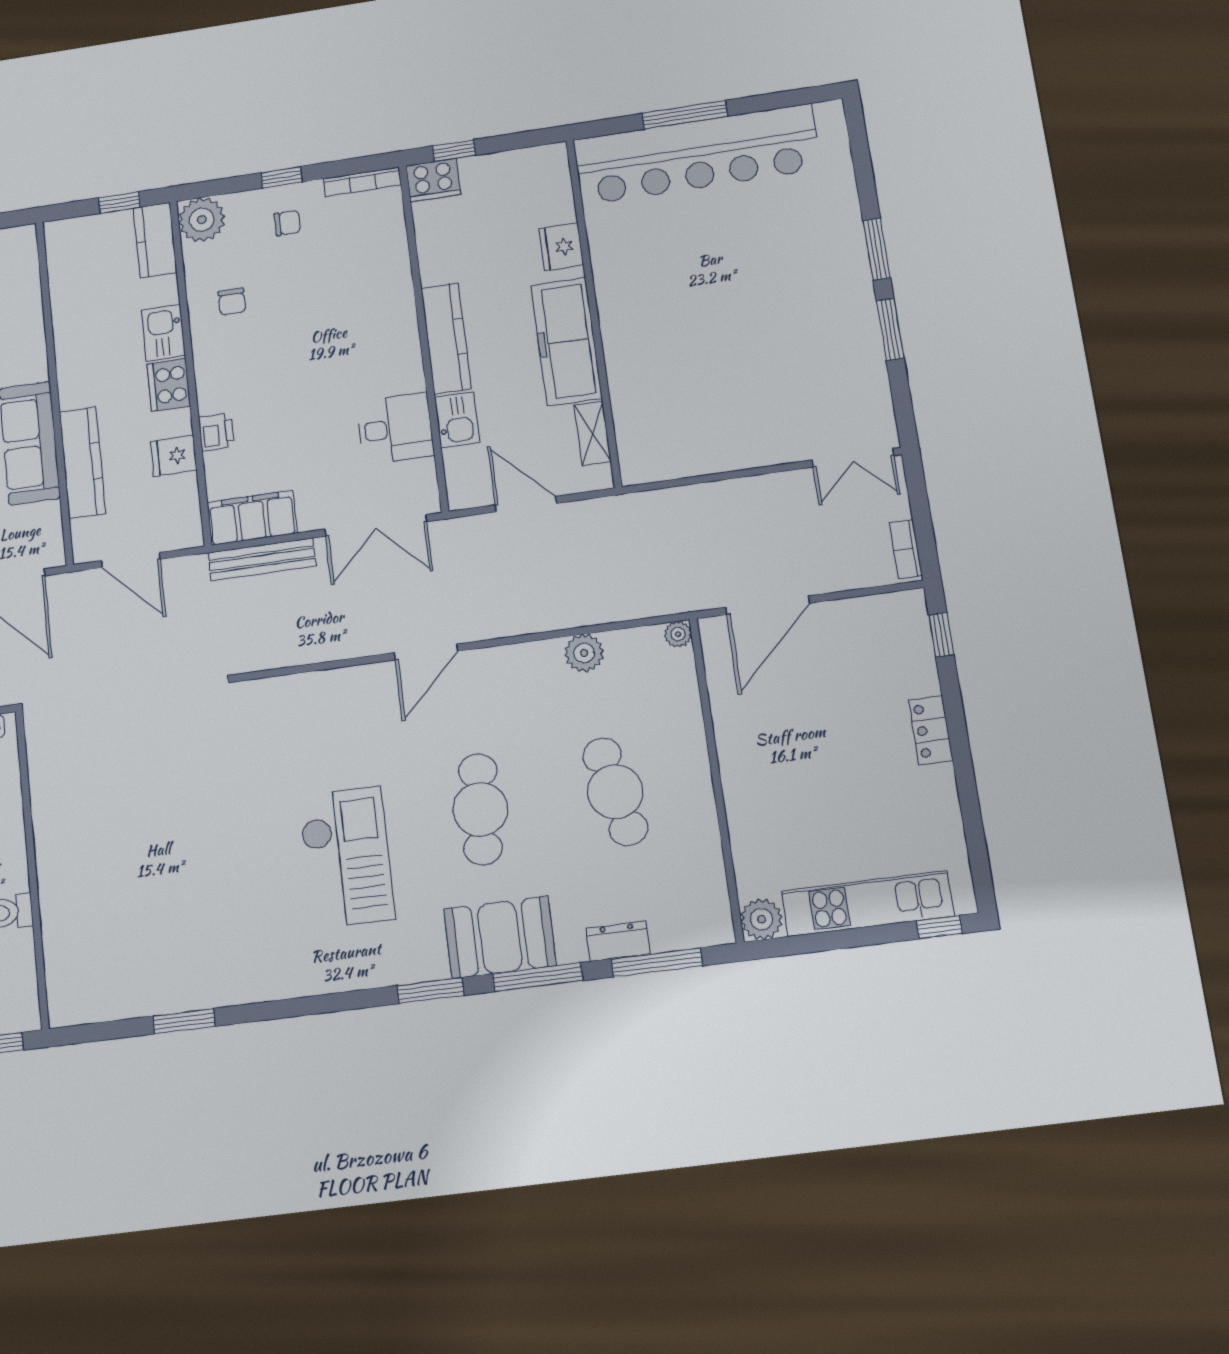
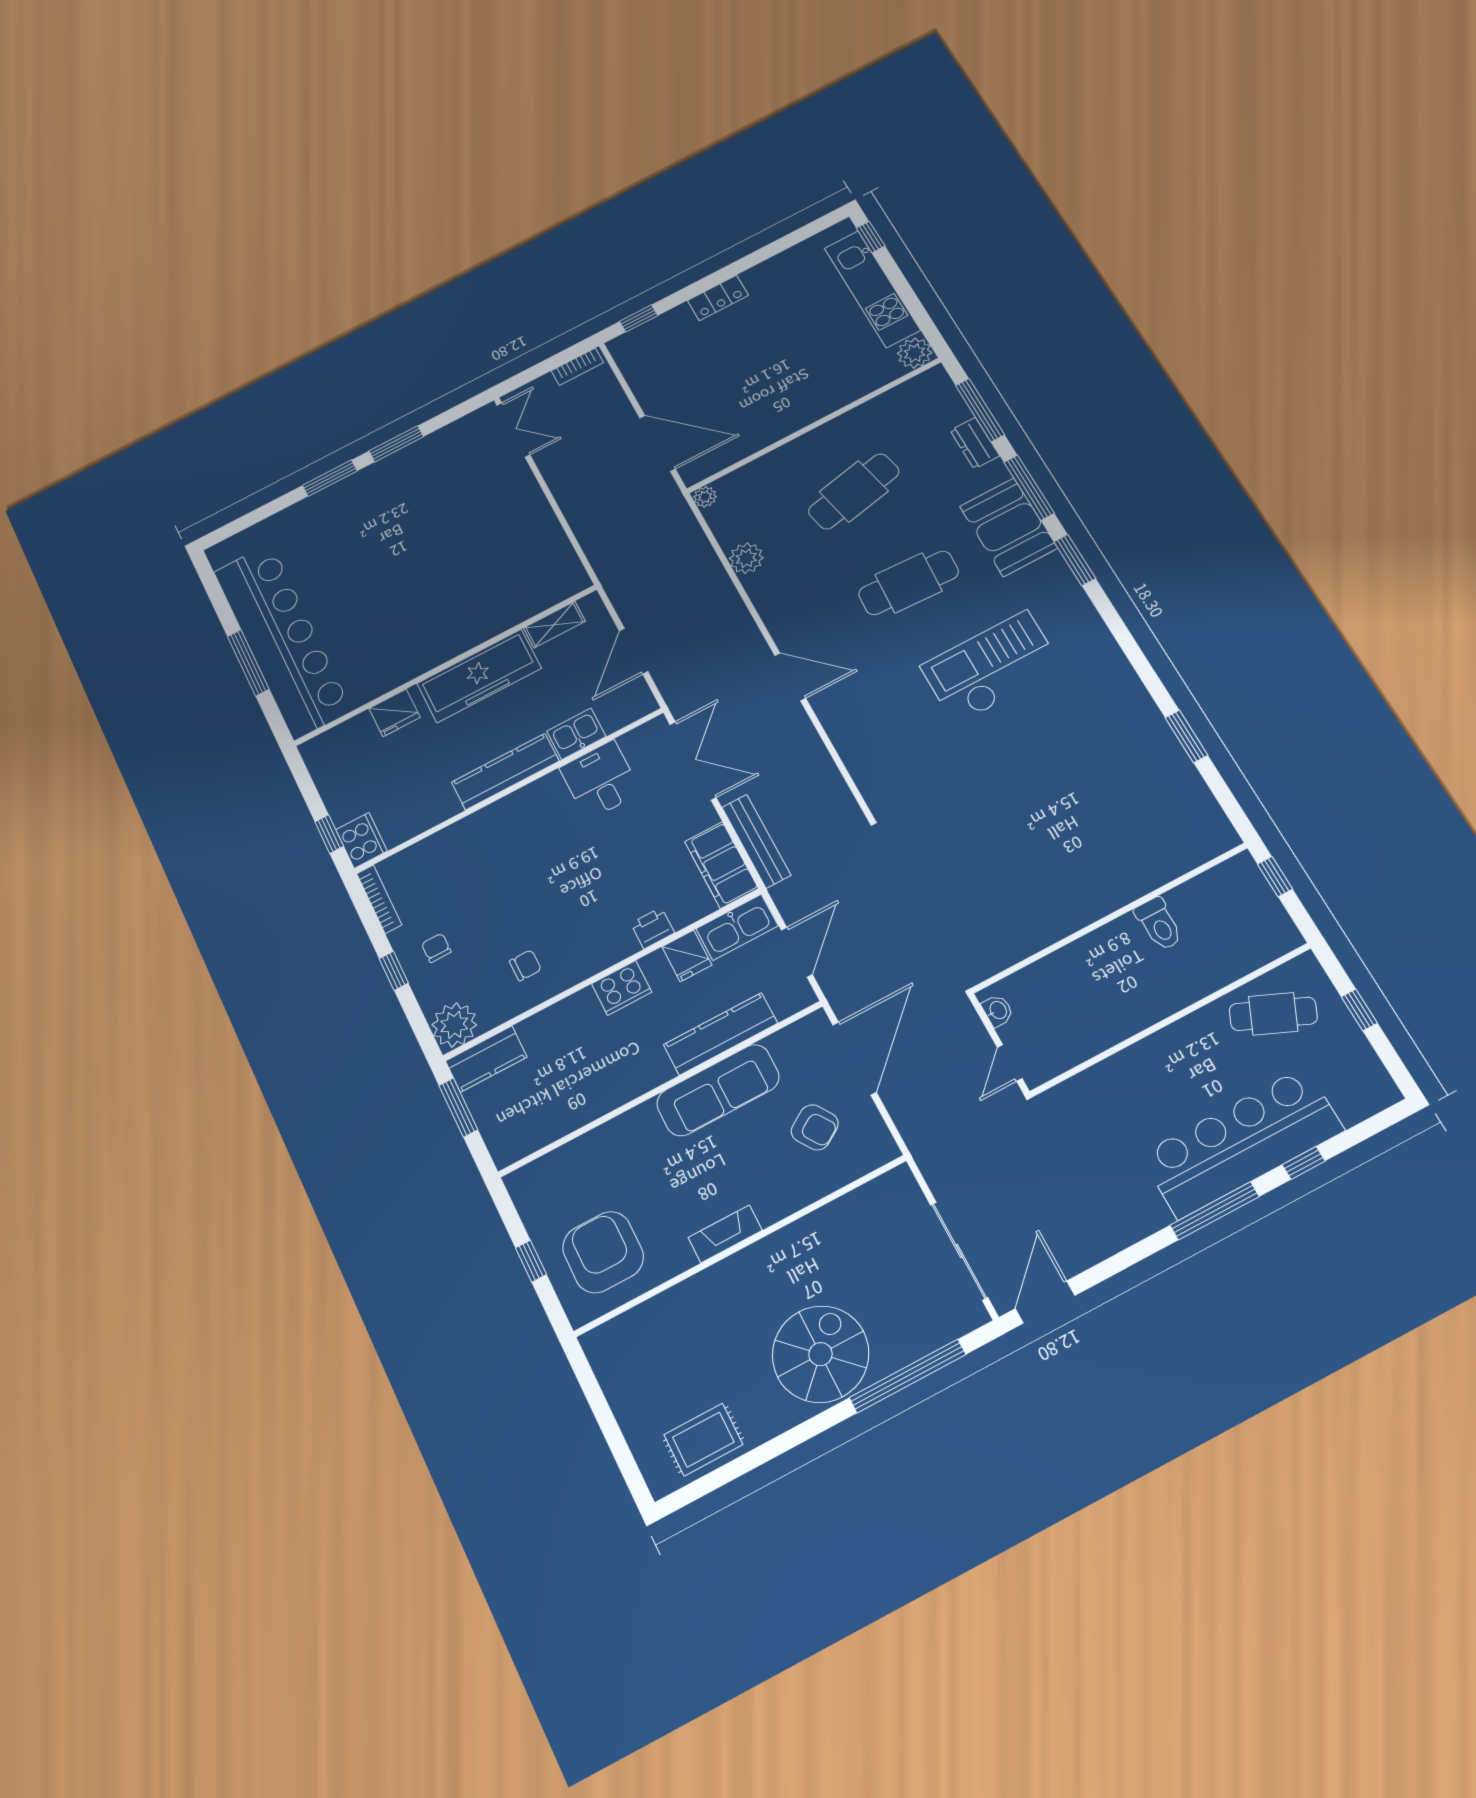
window: (119, 202) -> (458, 1108), width x1.50
kitchen sink: (163, 333) -> (737, 927), moved, width x1.38

